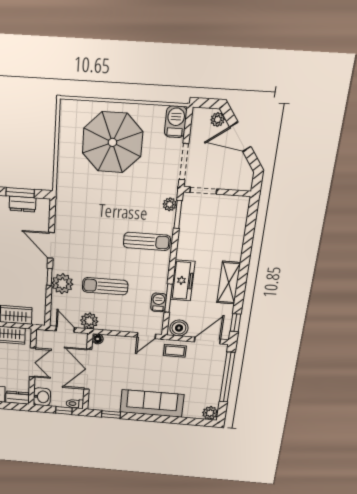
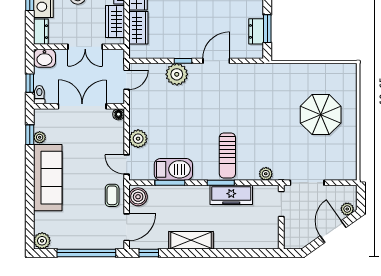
barbecue: (176, 122) -> (343, 171), removed
parasol: (112, 142) -> (321, 115), width x0.73, depth x0.73
window: (178, 214) -> (221, 183), moved
freezer: (183, 280) -> (231, 195), moved
sun lounger: (105, 286) -> (177, 118), removed
barbecue: (159, 302) -> (173, 169), width x1.88, depth x1.53
plant: (89, 321) -> (138, 139), moved
door: (207, 340) -> (127, 227), hinge flipped
plant: (114, 407) -> (40, 137), added

